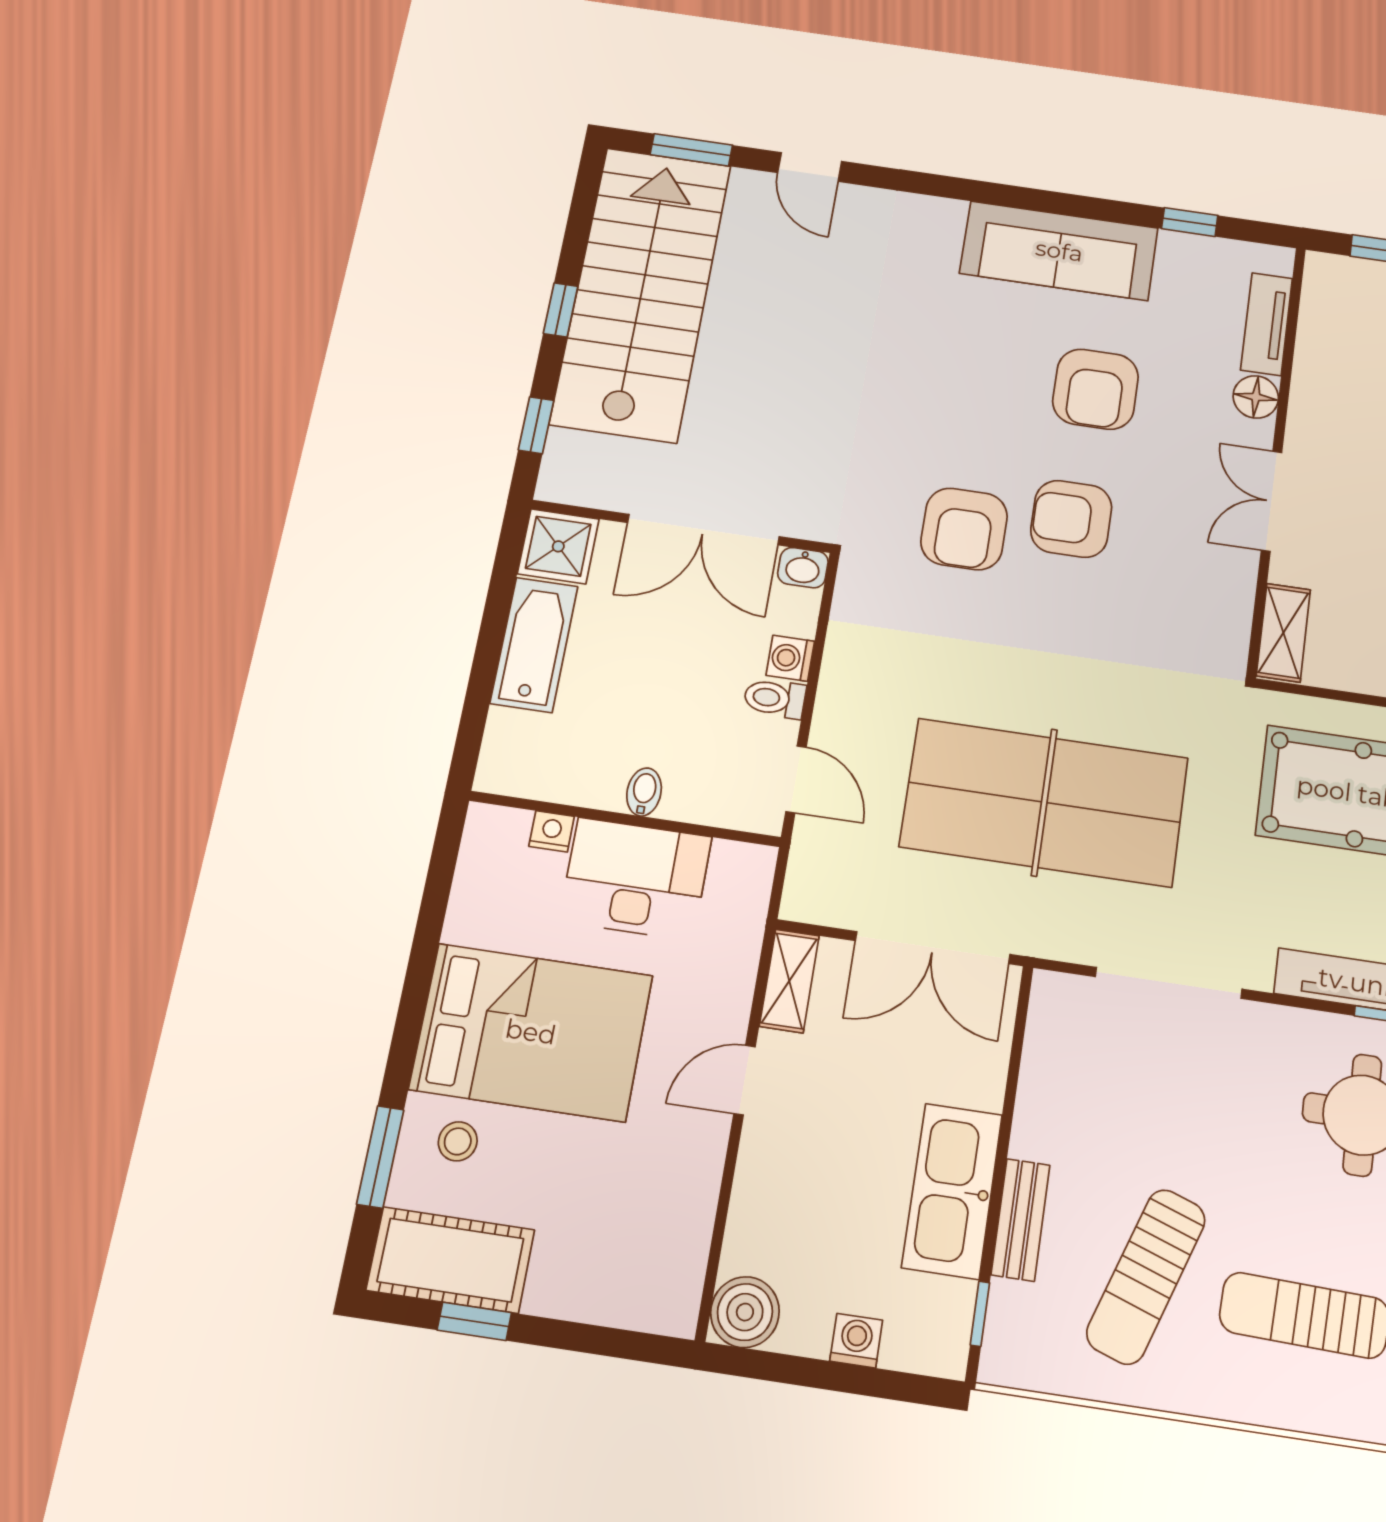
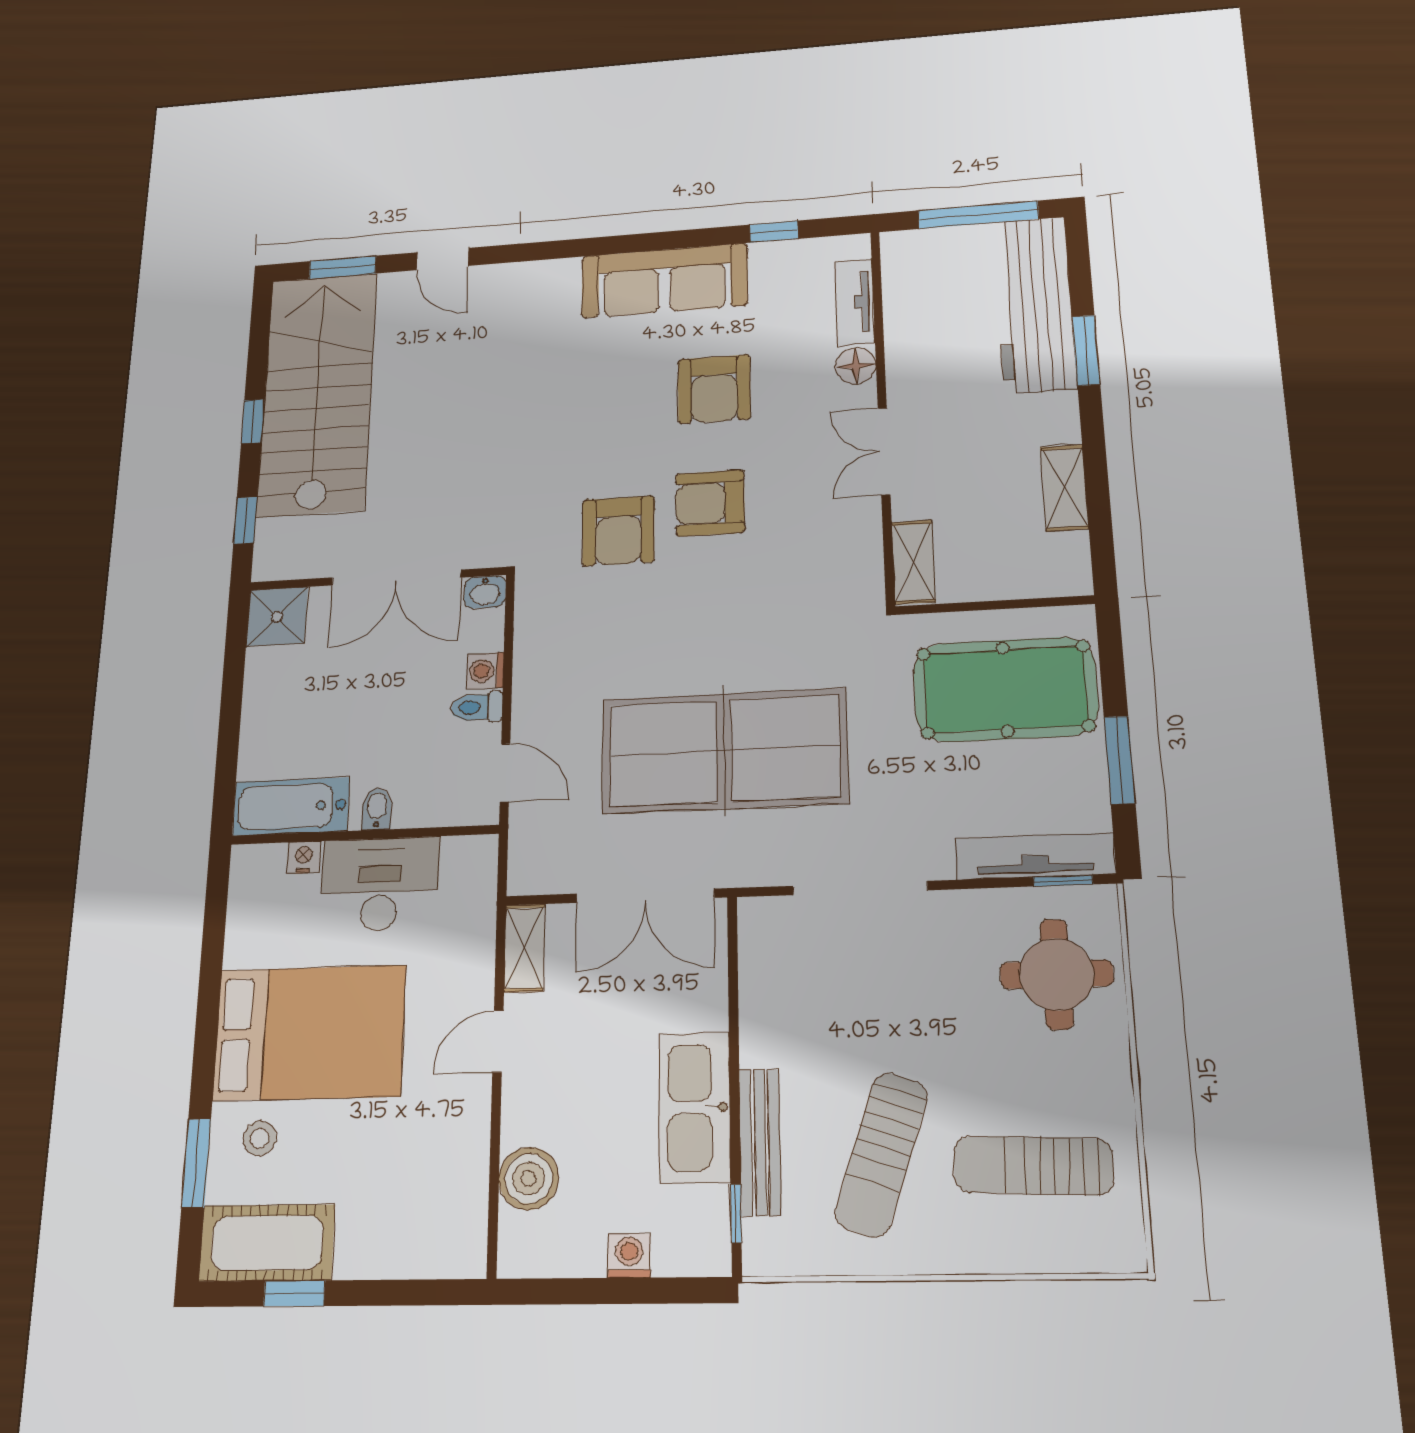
bathtub: (534, 645) -> (291, 806), moved, turned -90
bench: (1020, 1220) -> (760, 1142), width x1.36
boiler: (745, 1312) -> (529, 1178), moved

